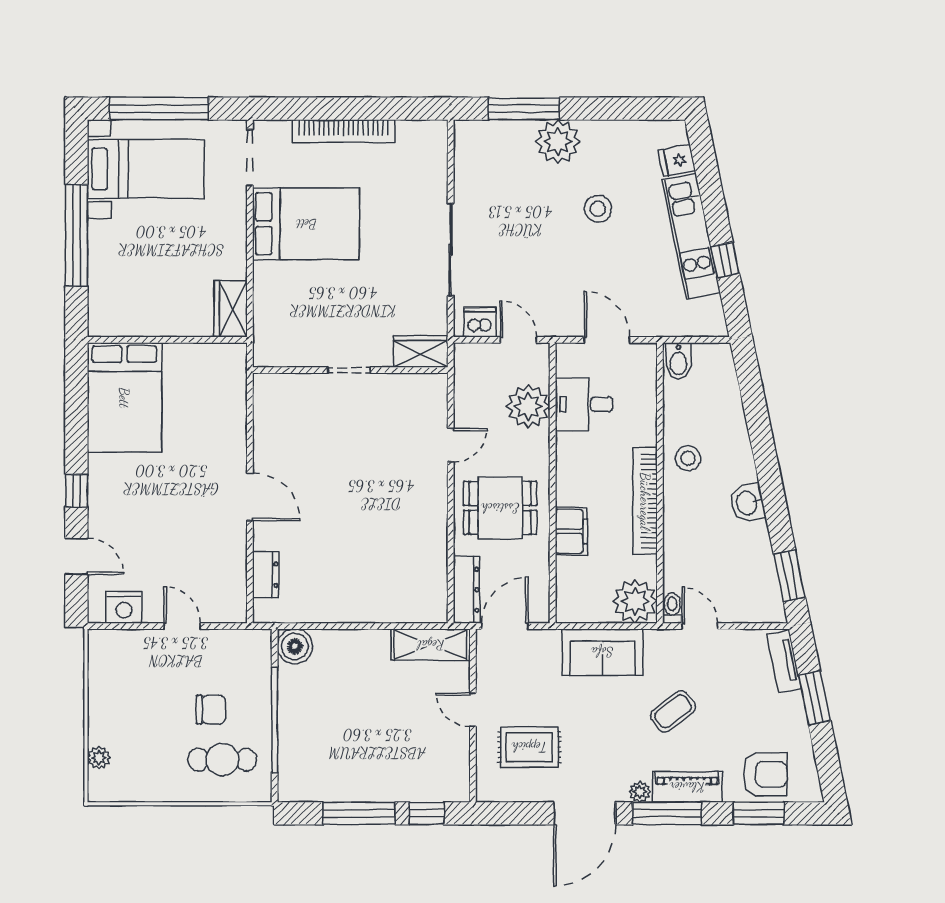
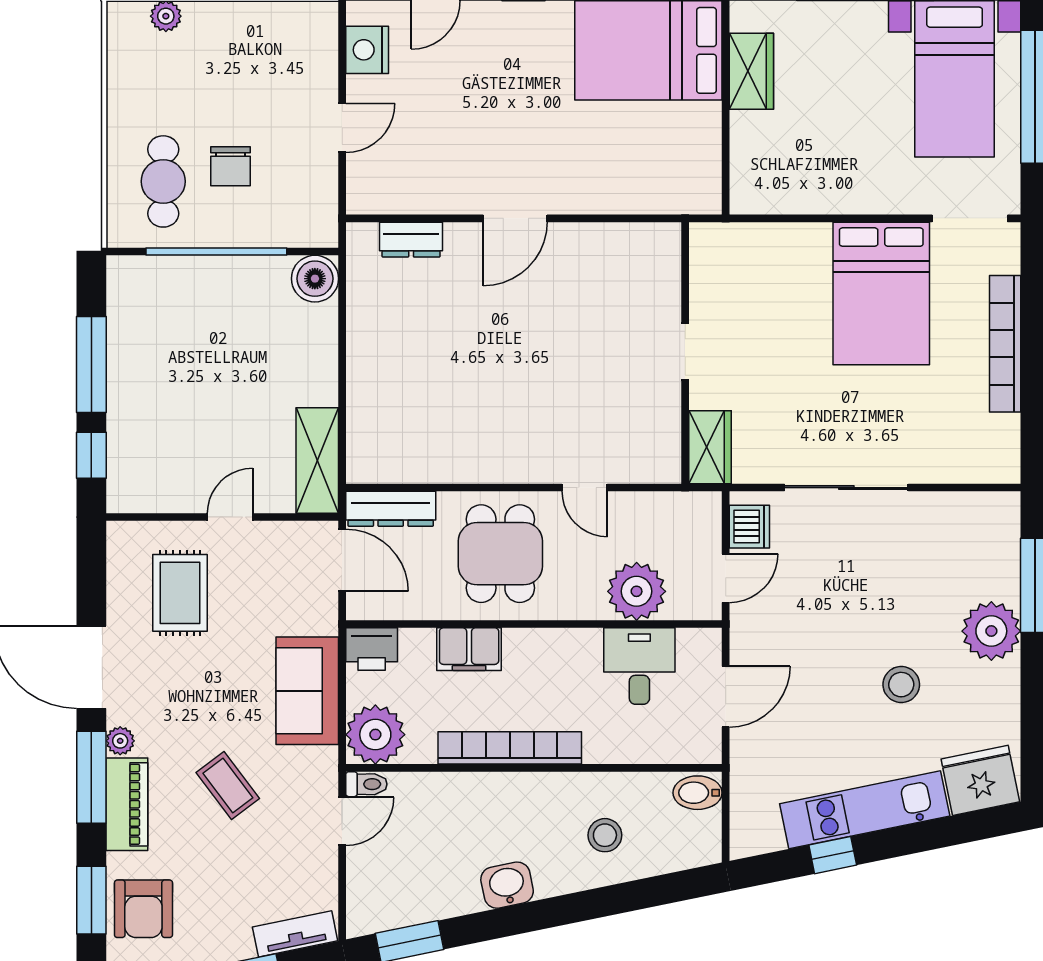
fridge: (677, 160) -> (980, 780), width x1.88, depth x1.34
wardrobe: (231, 309) -> (751, 71), moved, turned 90
stool: (688, 458) -> (605, 835), moved
printer: (571, 604) -> (372, 649), added

